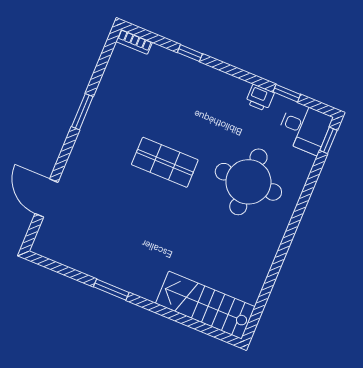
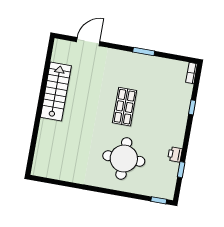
desk: (304, 128) -> (163, 185), removed
window: (111, 290) -> (43, 92), removed
stairs: (205, 305) -> (56, 91), moved

